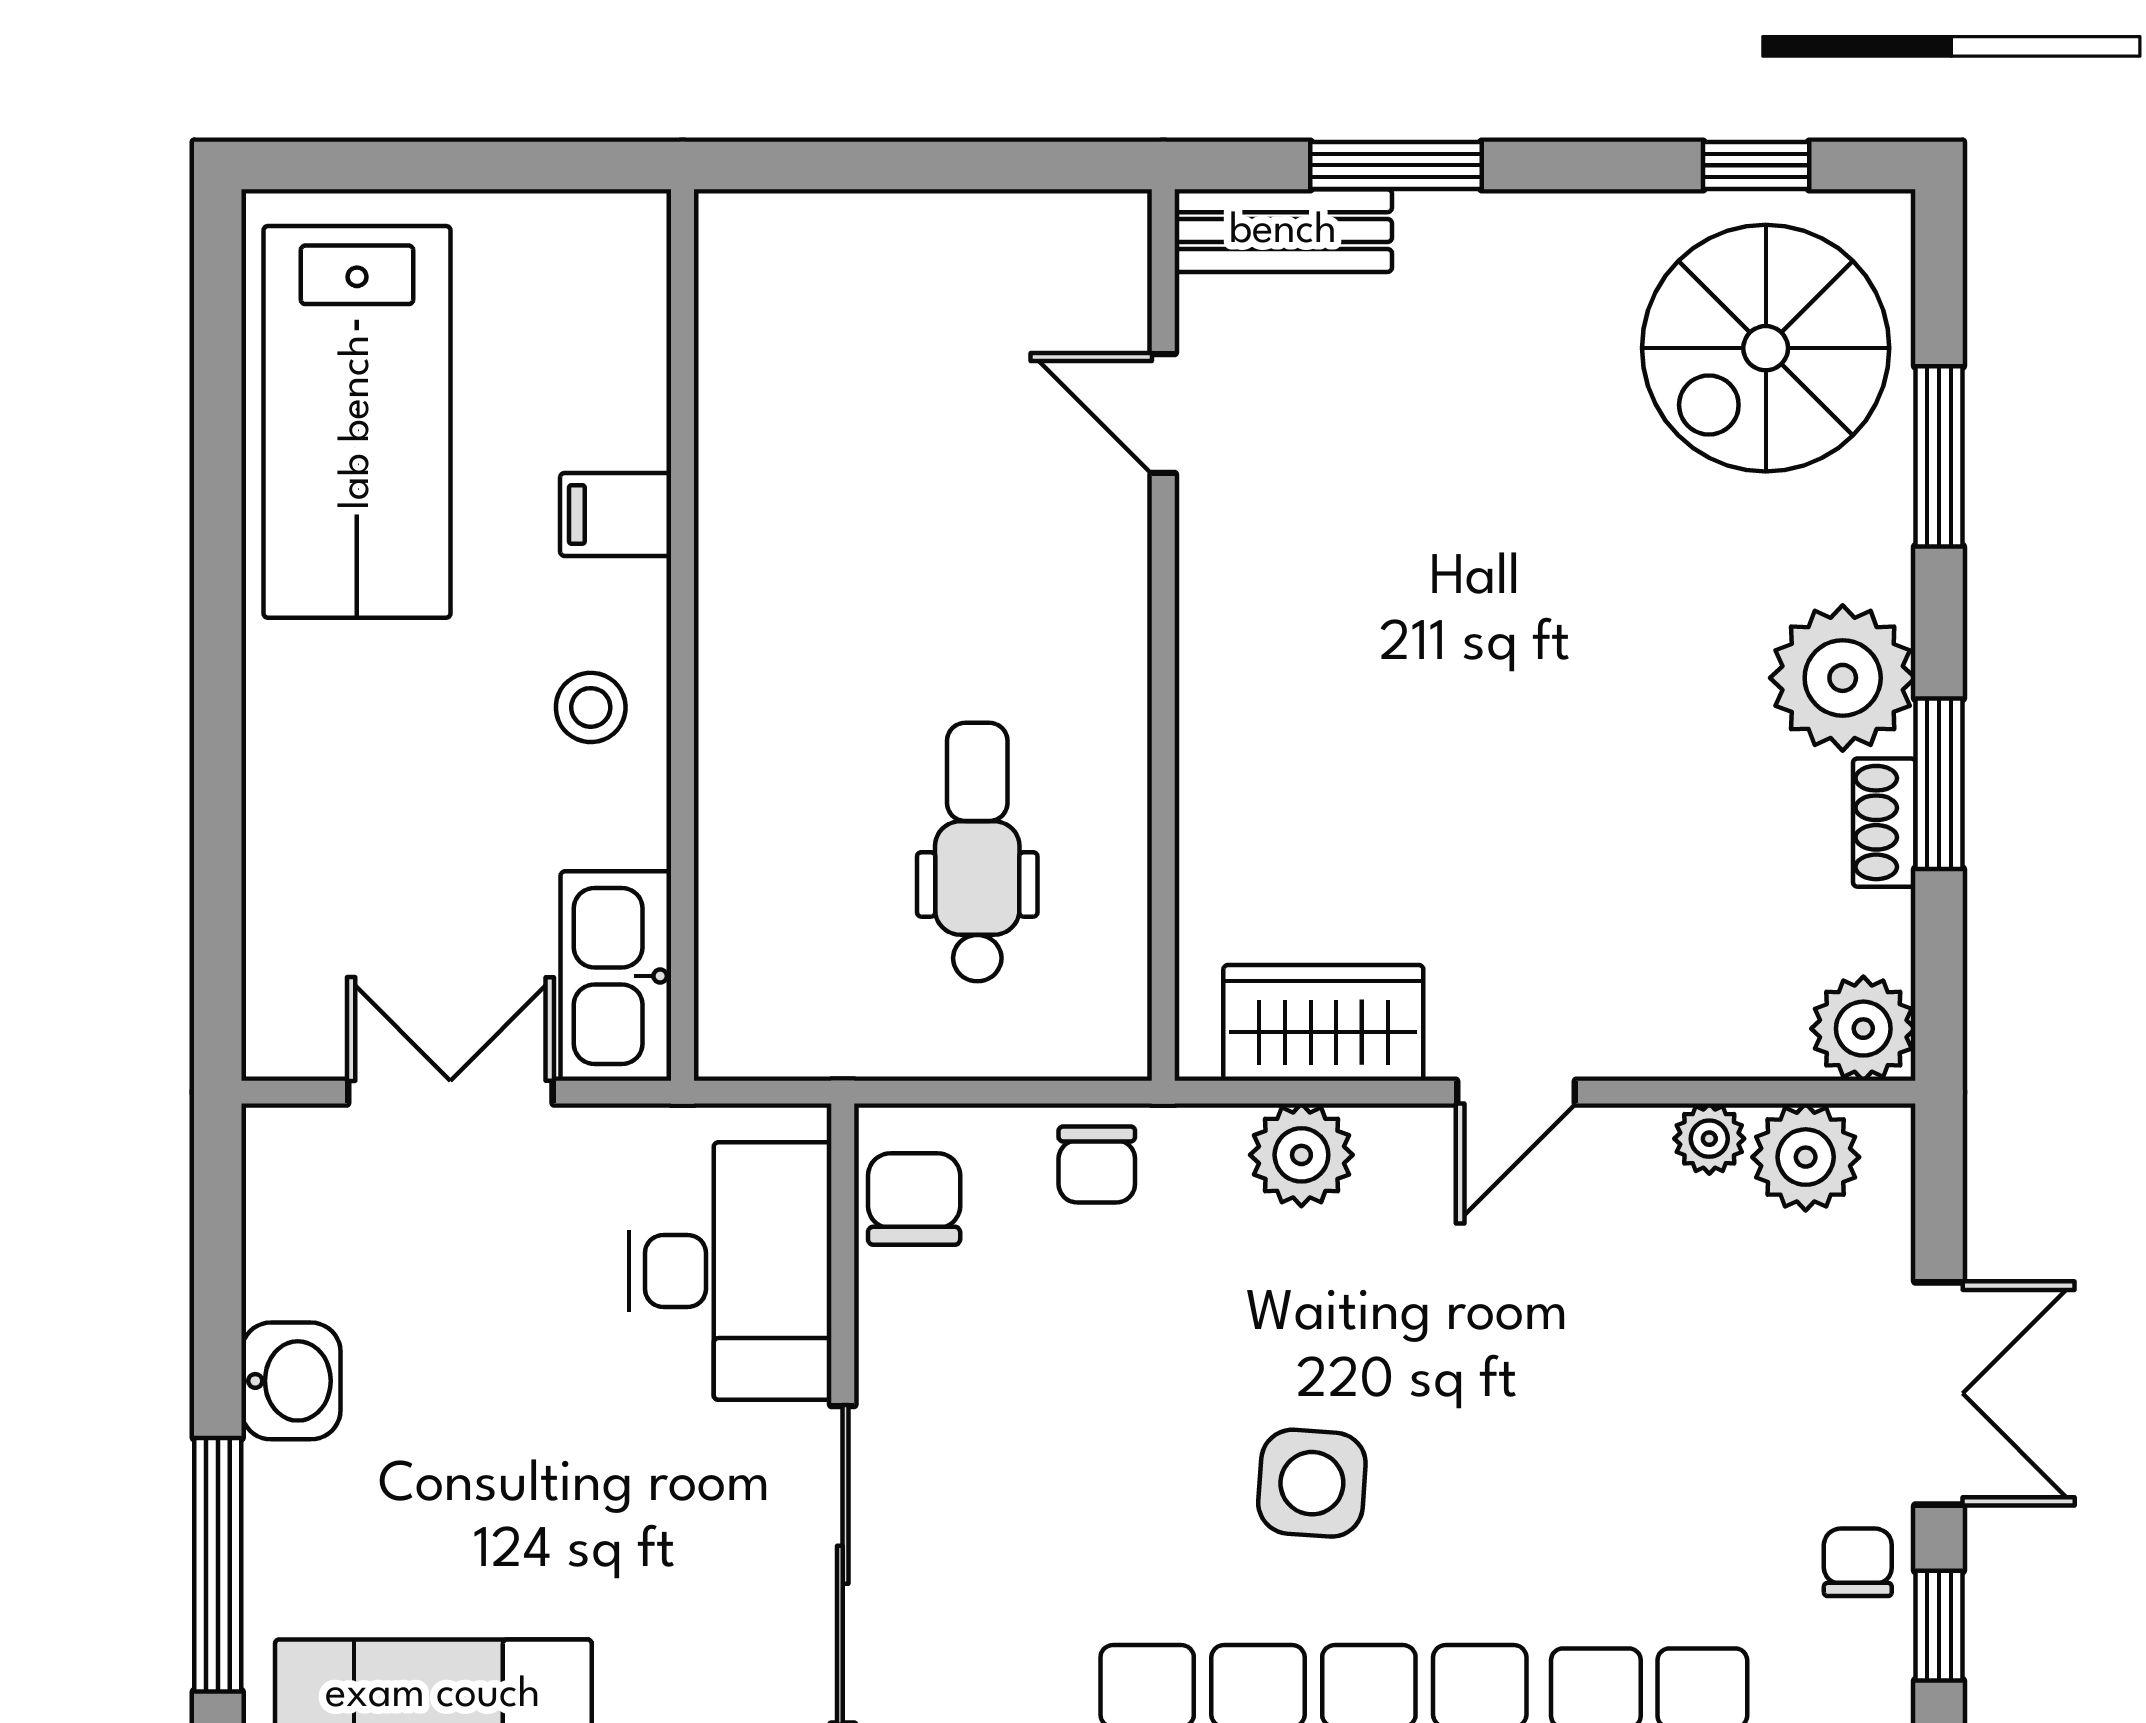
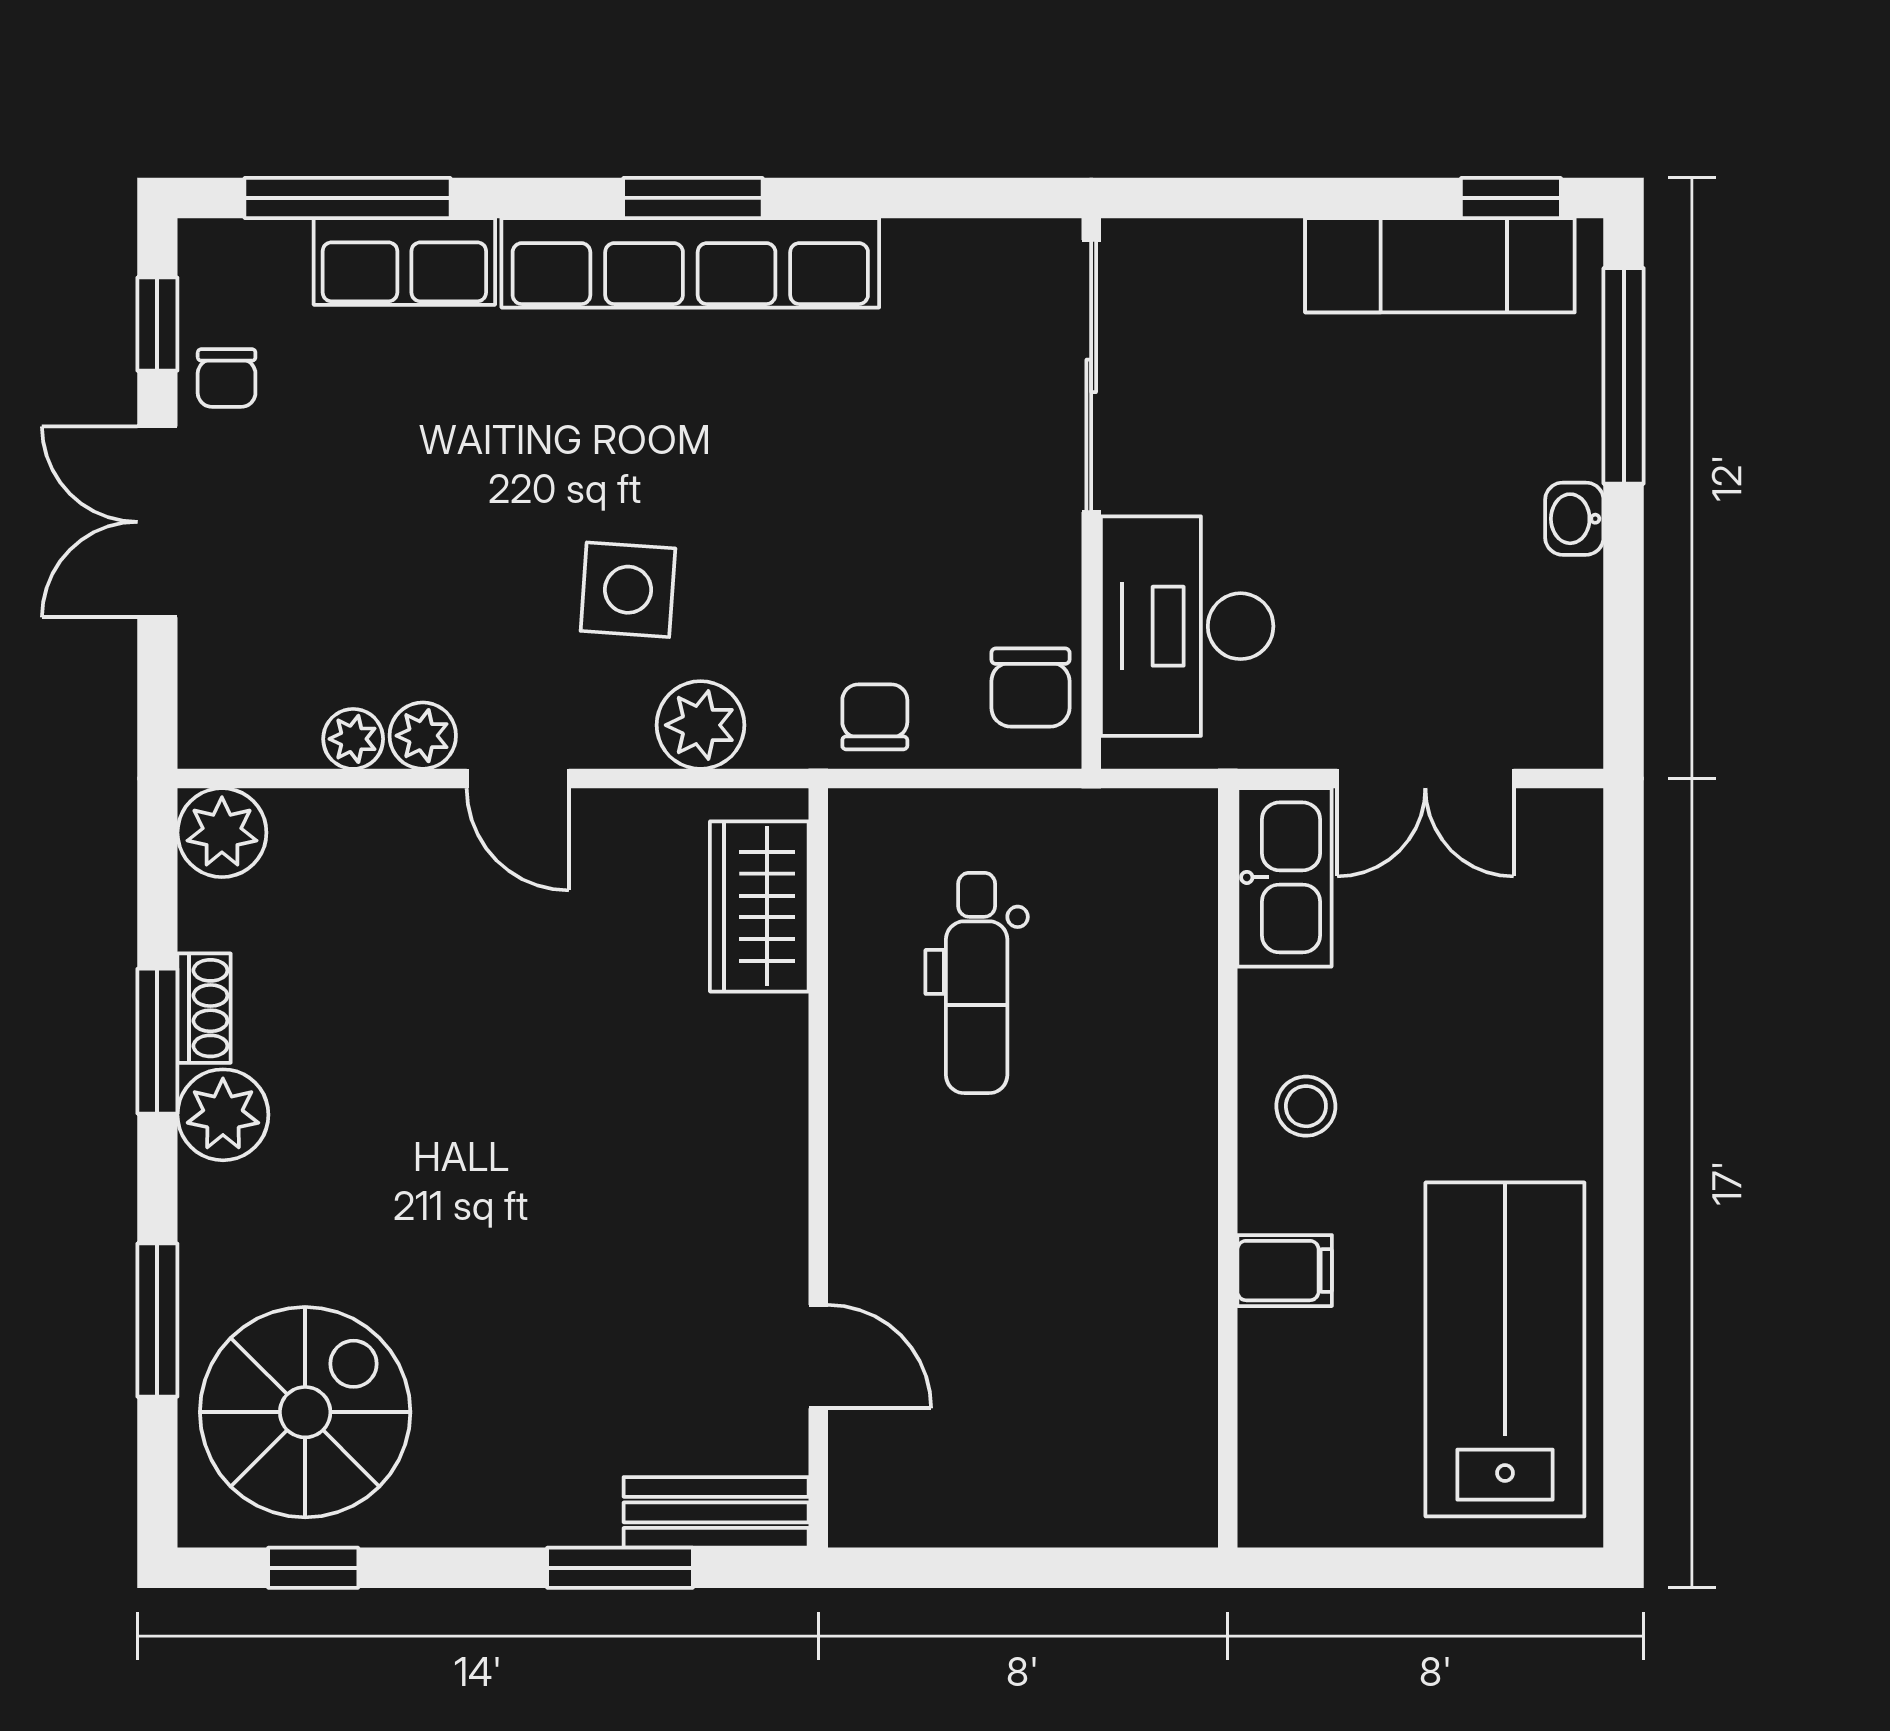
plant: (1843, 678) -> (223, 1115), width x0.73, depth x0.73
wardrobe: (1323, 1023) -> (759, 906), moved, turned 90
door: (1516, 1092) -> (518, 779), swing flipped
plant: (1806, 1157) -> (423, 736), moved, width x0.73, depth x0.73
washbasin: (291, 1381) -> (1574, 519), width x0.72, depth x0.69
side table: (1312, 1483) -> (628, 590), moved

